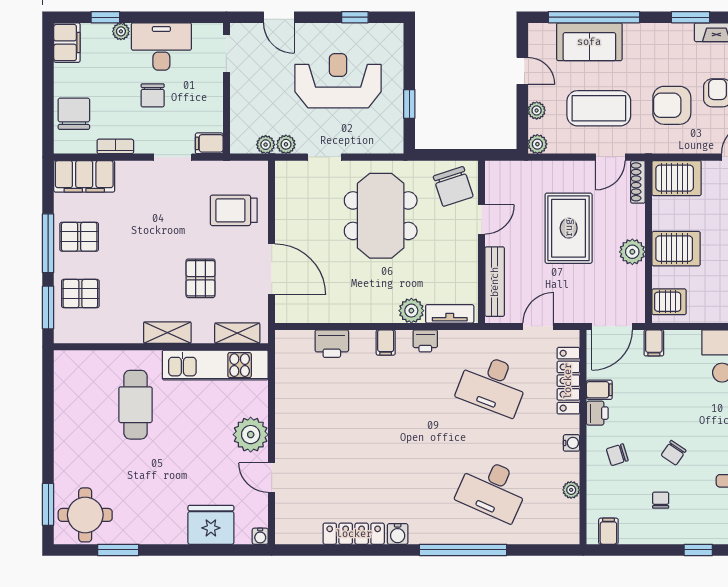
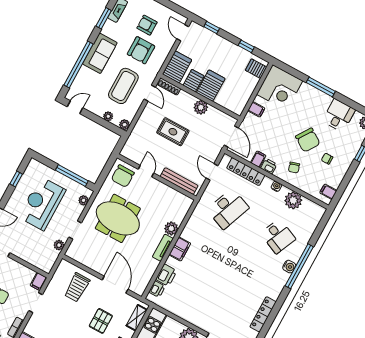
sofa: (589, 42) -> (100, 53), moved
door: (522, 71) -> (75, 107), moved
window: (409, 104) -> (72, 176), width x2.17
plant: (266, 145) -> (84, 200), moved
chair: (453, 186) -> (123, 176), turned 108
rug: (569, 228) -> (173, 132), width x0.73, depth x0.70
door: (272, 269) -> (115, 285), hinge flipped
pallet: (201, 278) -> (101, 321), turned 90
server rack: (669, 302) -> (194, 81), moved
tv unit: (450, 314) -> (163, 248), moved
printer: (425, 341) -> (157, 289), moved
filing cabinet: (386, 343) -> (180, 249), width x2.00
filing cabinet: (654, 343) -> (256, 109), moved
chair: (674, 453) -> (308, 140), width x1.87, depth x1.87
desk: (493, 489) -> (278, 236), width x0.73
plant: (571, 490) -> (293, 200), width x1.88, depth x1.88
water cooler: (398, 534) -> (289, 267), moved

